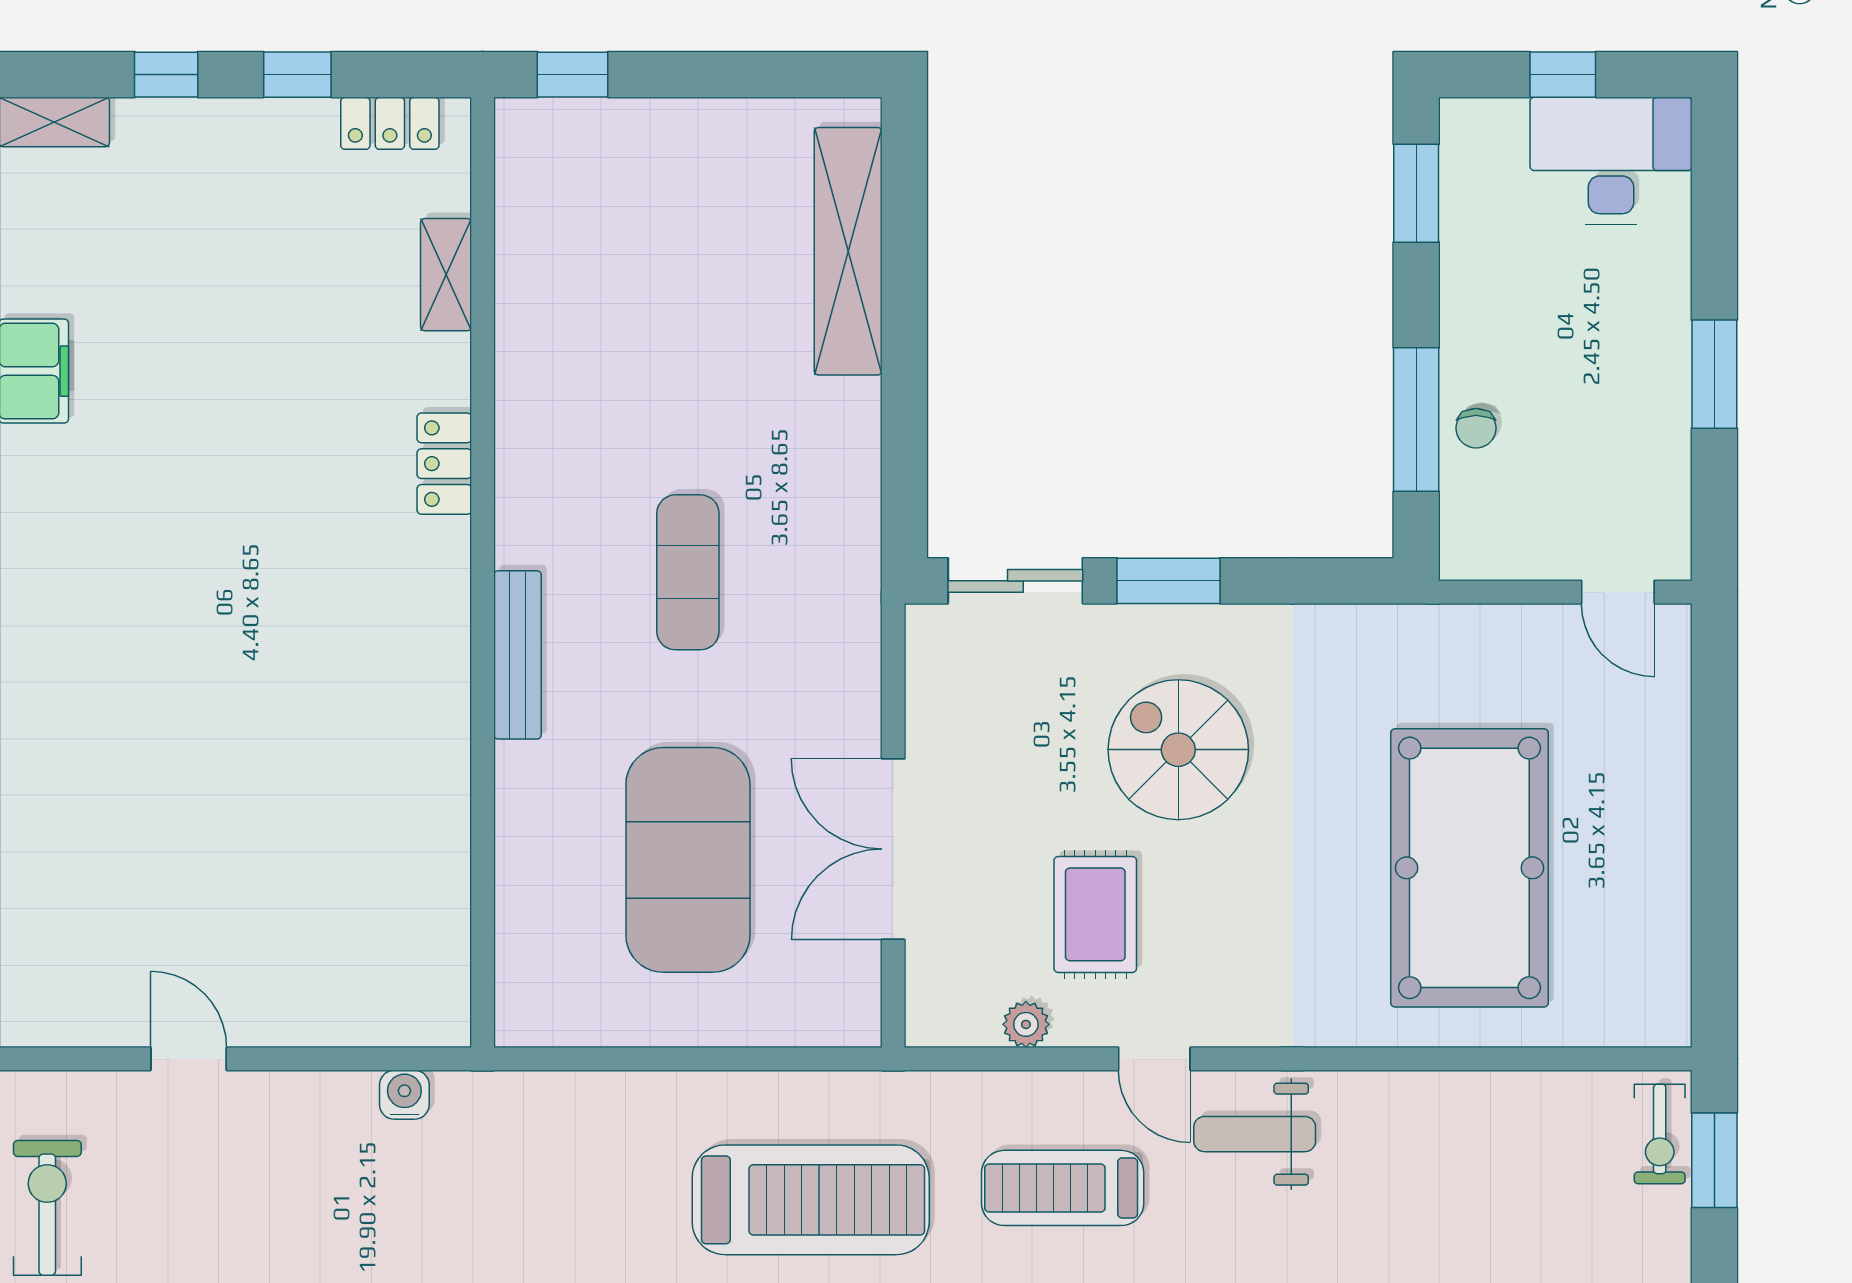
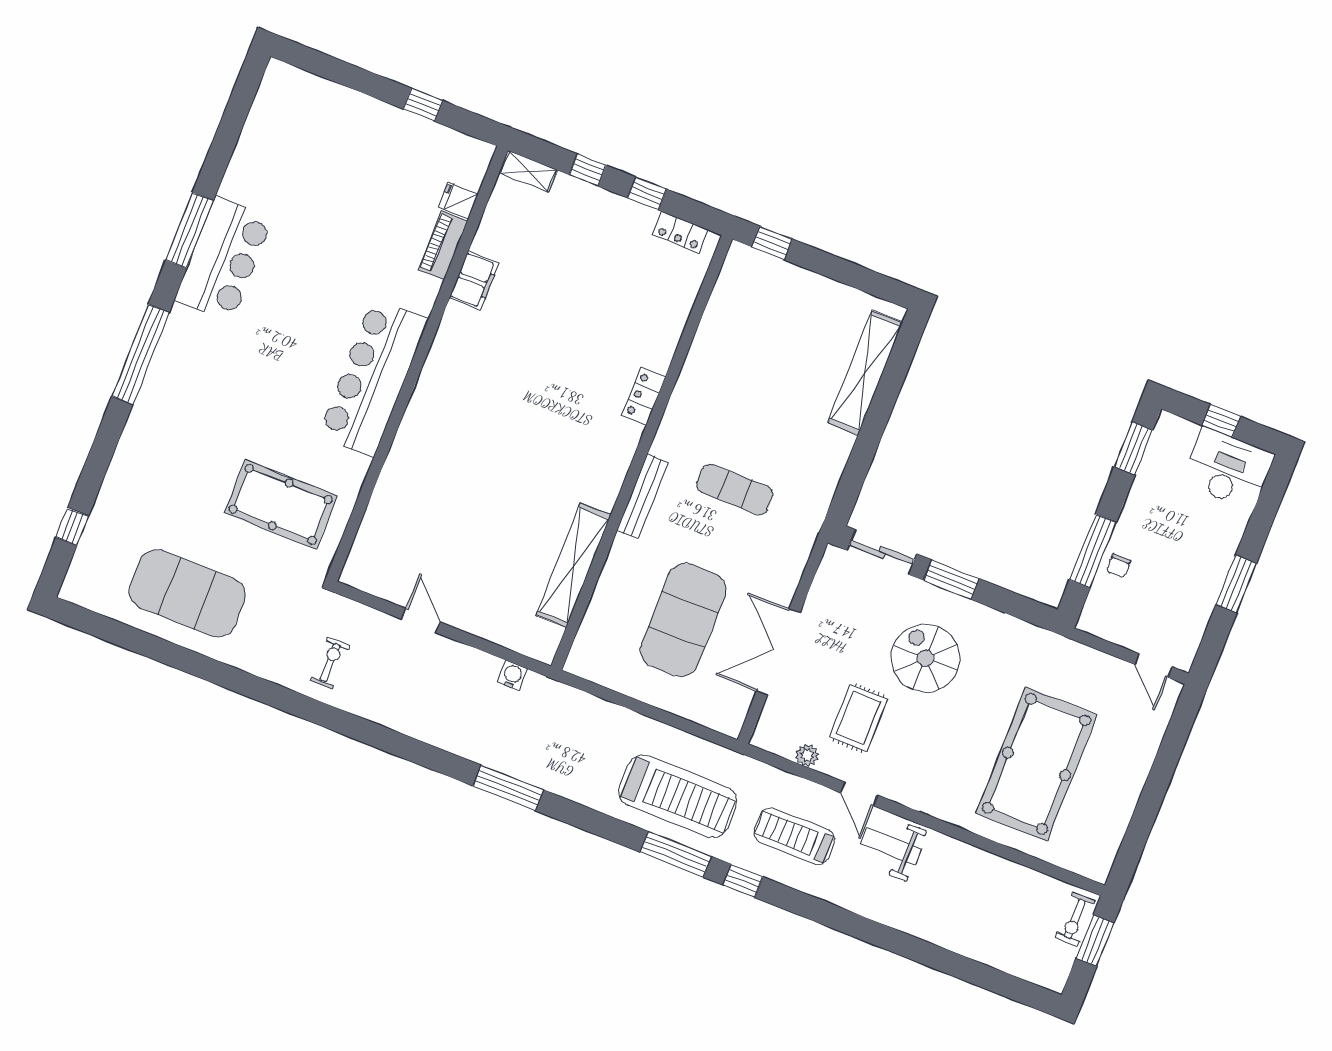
shelving: (446, 275) -> (574, 565), moved, width x2.20, depth x1.33
exercise mat: (688, 572) -> (735, 490), turned 90
exercise bike: (47, 1208) -> (330, 663), width x0.73, depth x0.72

